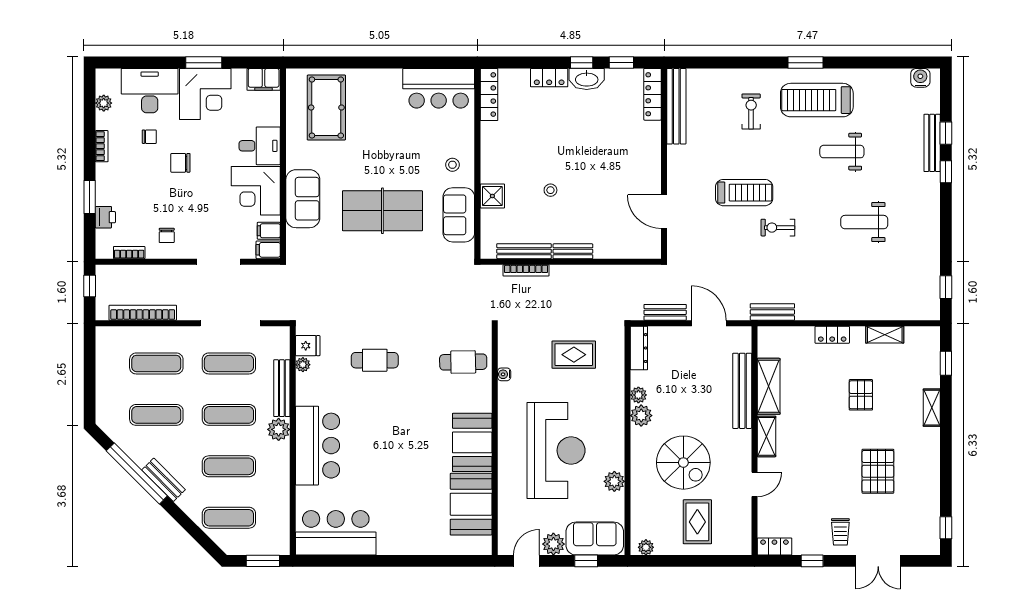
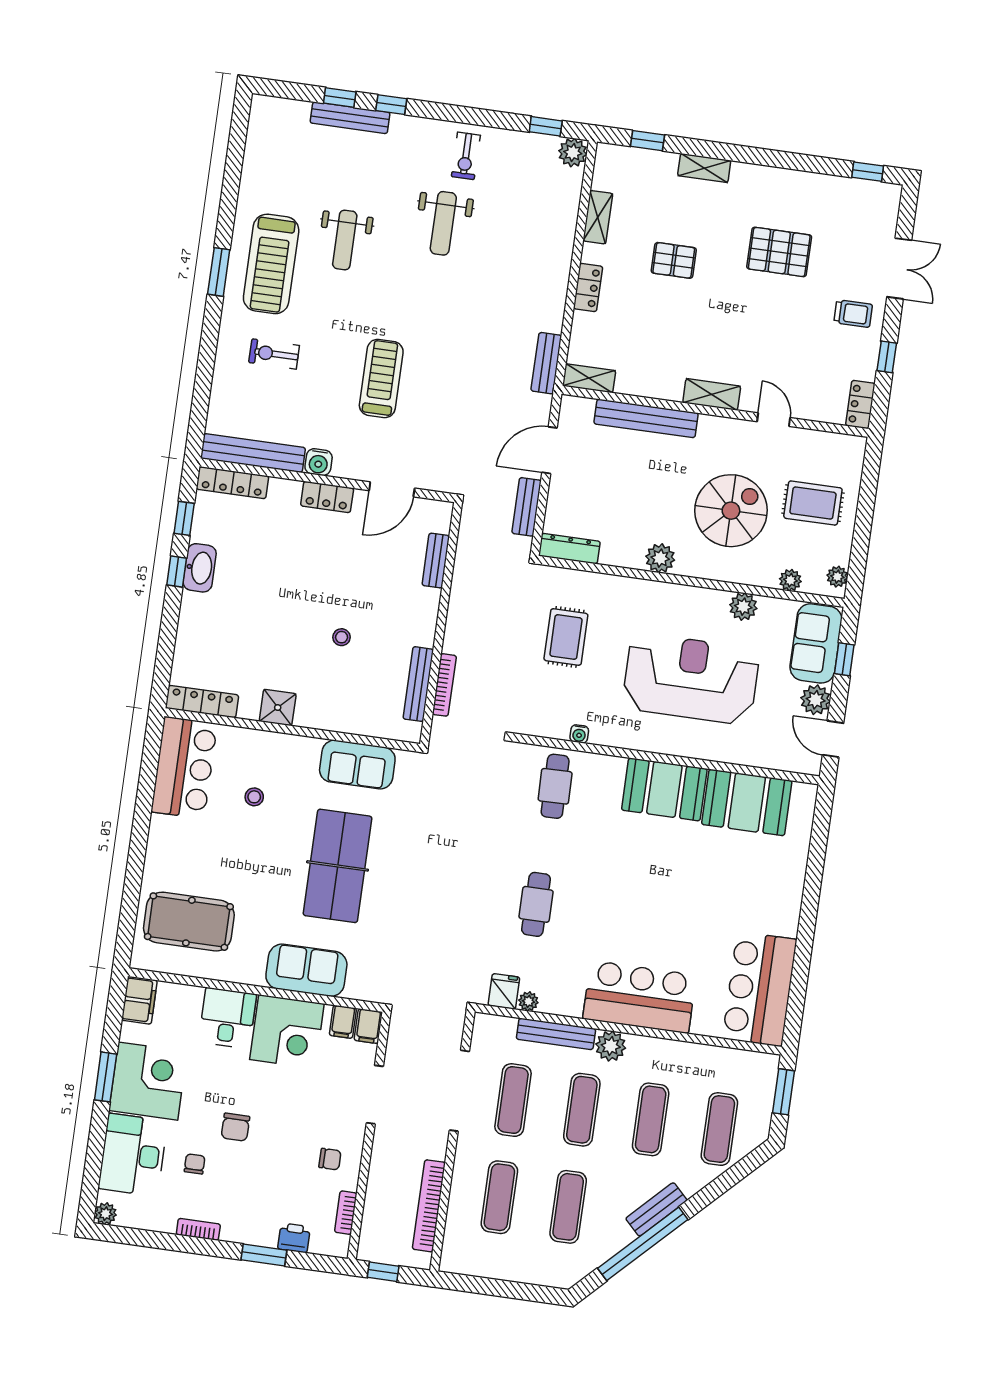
locker: (549, 78) -> (327, 497), moved, turned 90
water cooler: (920, 78) -> (319, 462), moved, turned -90
plant: (104, 103) -> (105, 1214), moved
stool: (452, 165) -> (254, 797), moved
shower: (492, 196) -> (278, 708), moved
exercise bike: (778, 228) -> (466, 156), moved
bench: (573, 251) -> (436, 561), moved
plant: (929, 310) -> (573, 153), added
shelving: (769, 386) -> (589, 378), moved, width x0.67, depth x0.75
plant: (638, 395) -> (790, 580), moved

